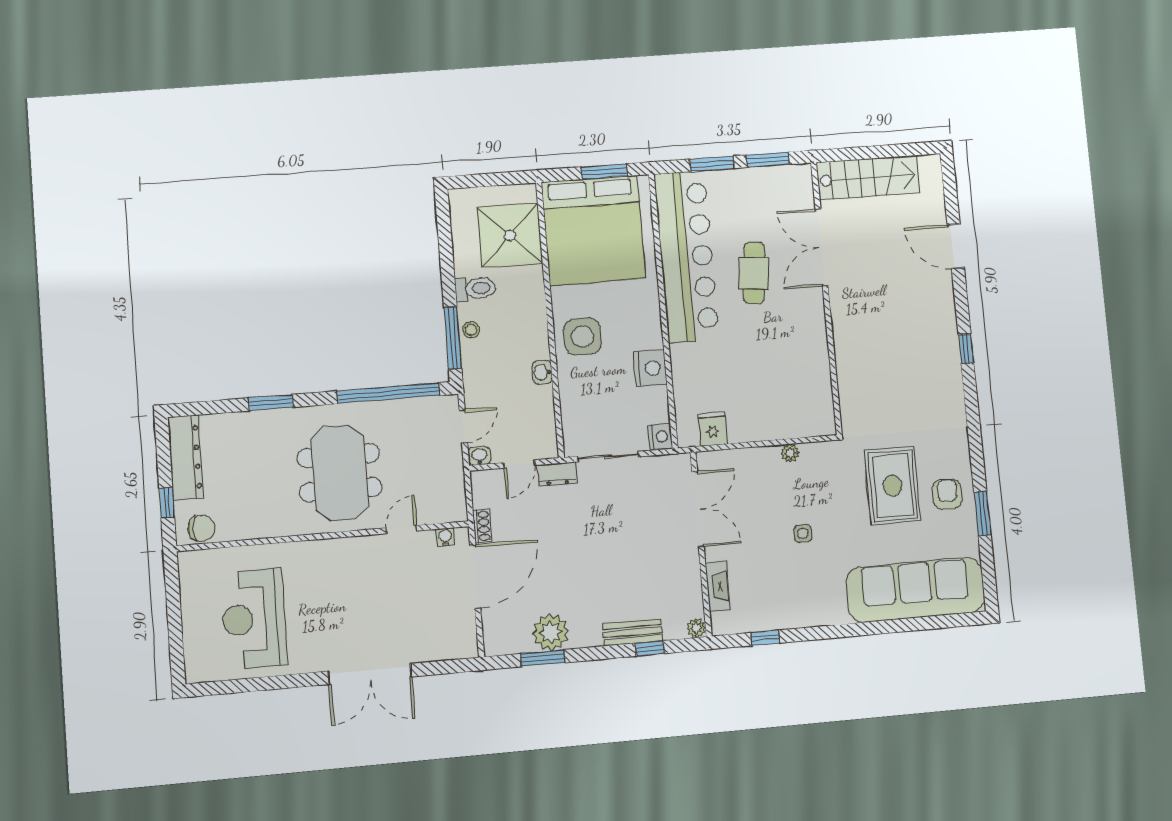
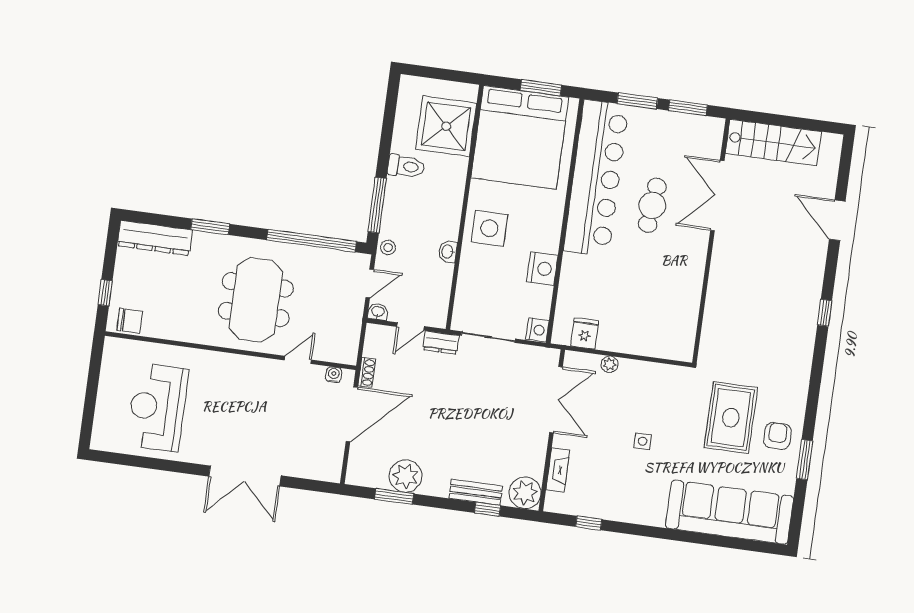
stool: (471, 330) -> (388, 248), moved
plant: (790, 453) -> (610, 364), moved
dresser: (185, 458) -> (155, 238), moved, turned 90
plant: (696, 628) -> (525, 493), width x1.88, depth x1.88

